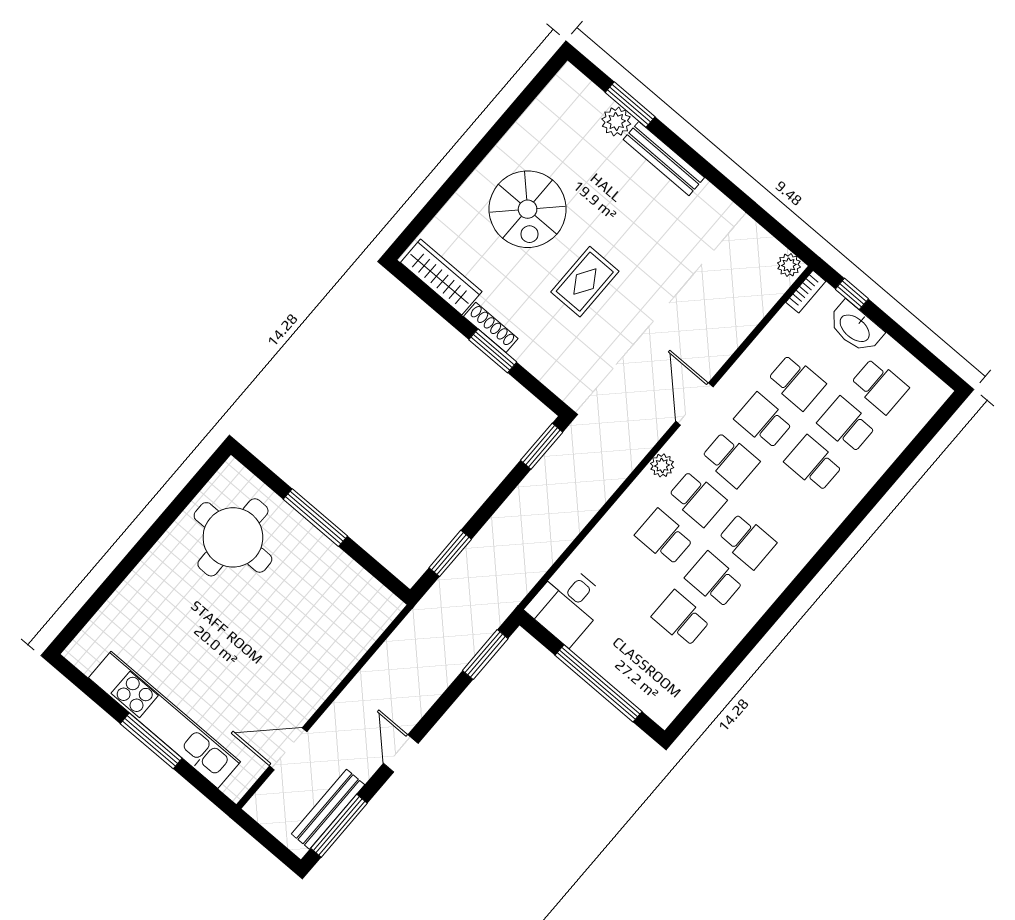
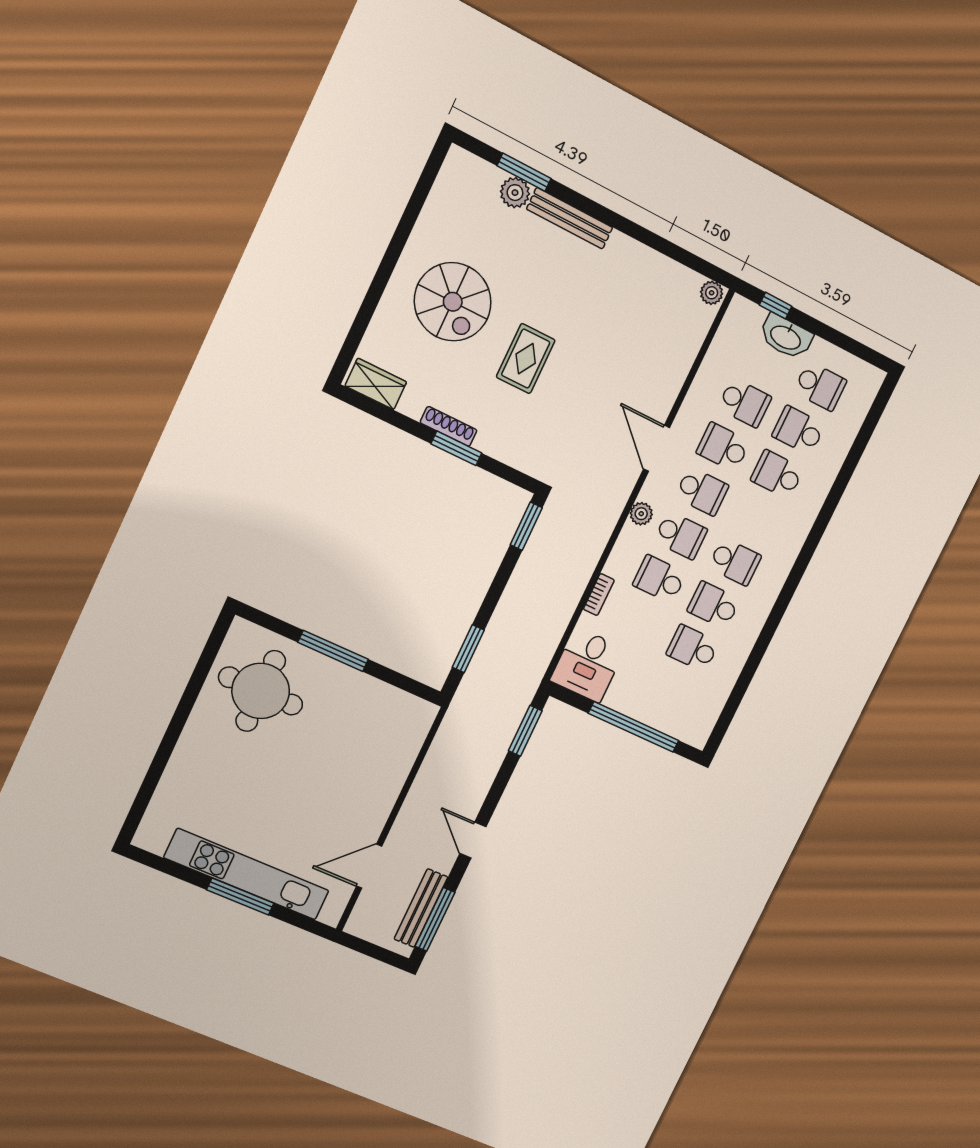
wardrobe: (441, 277) -> (376, 384), width x0.67
bookcase: (806, 292) -> (599, 595), moved

